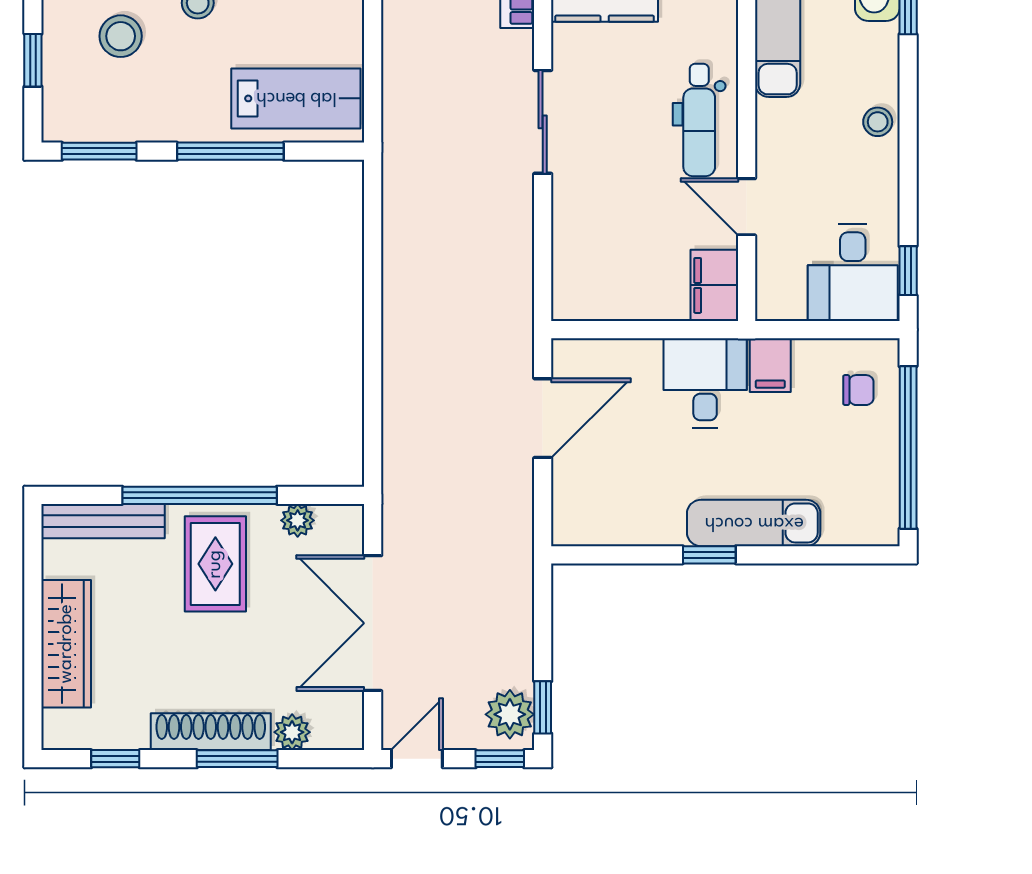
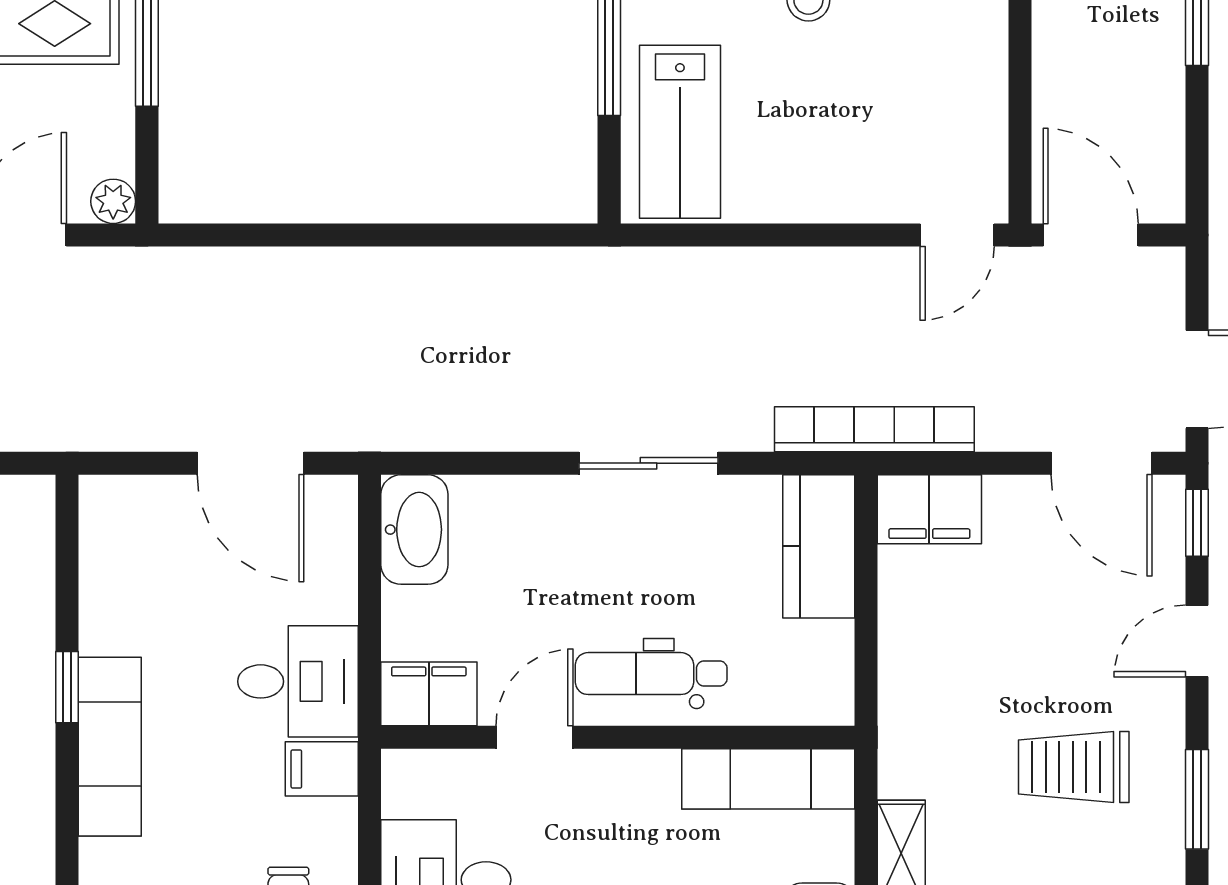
washbasin: (592, 296) -> (414, 530), added
plant: (298, 520) -> (113, 201), moved

